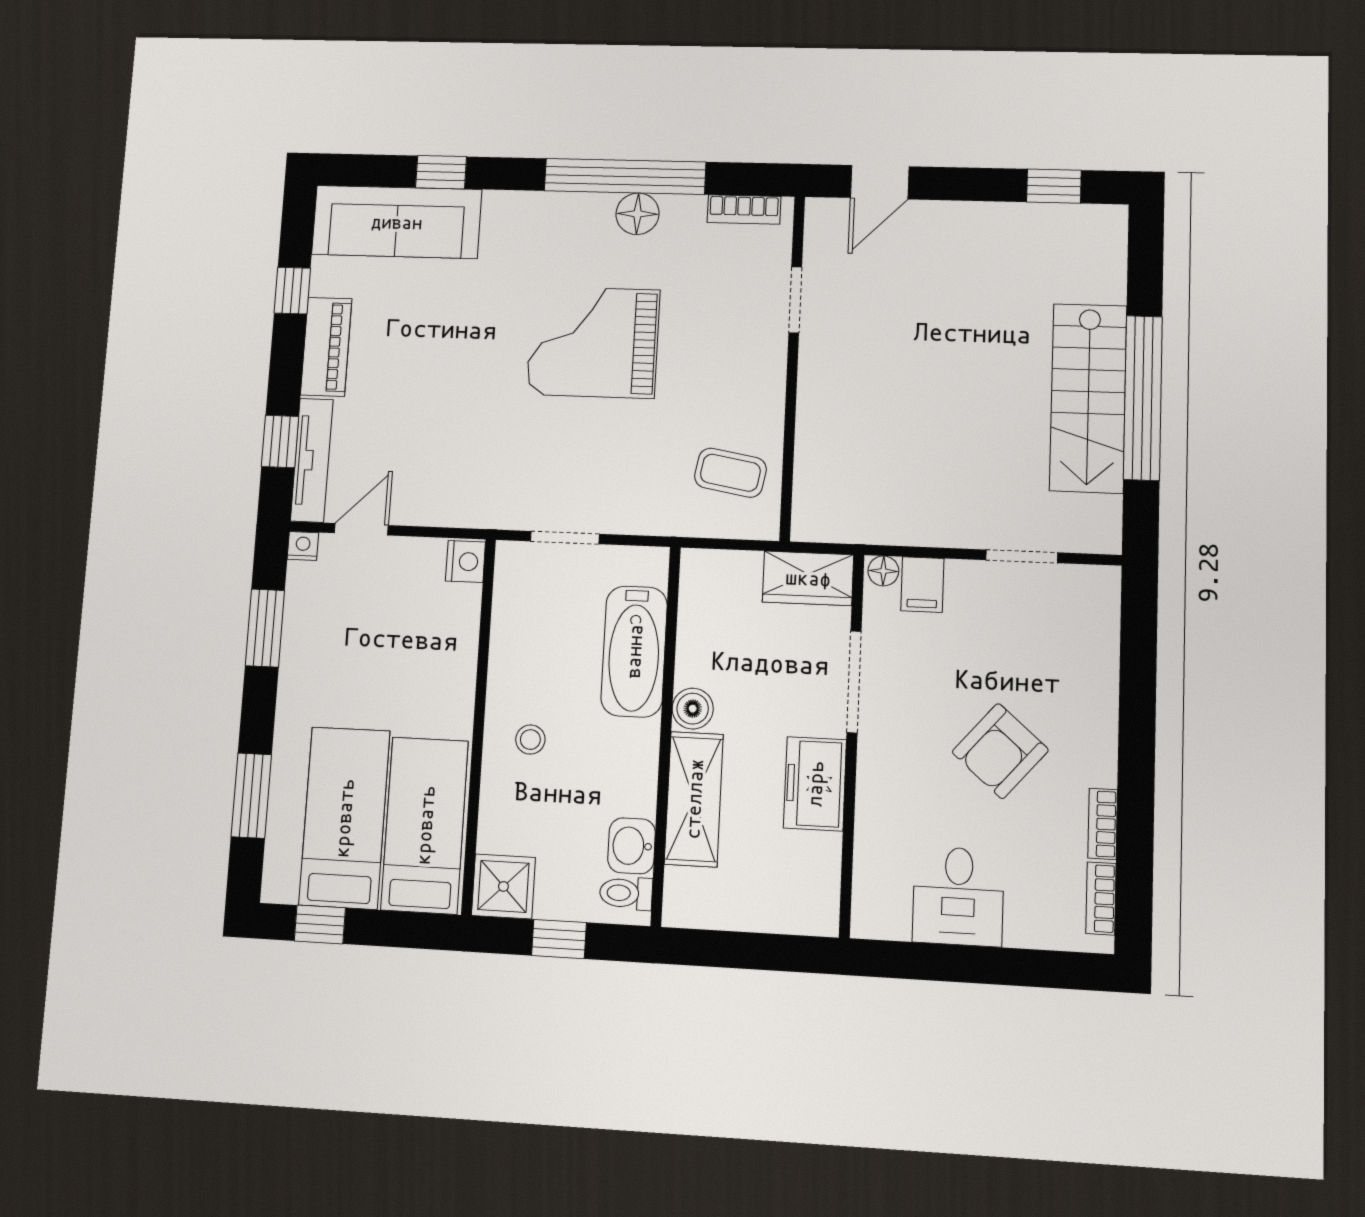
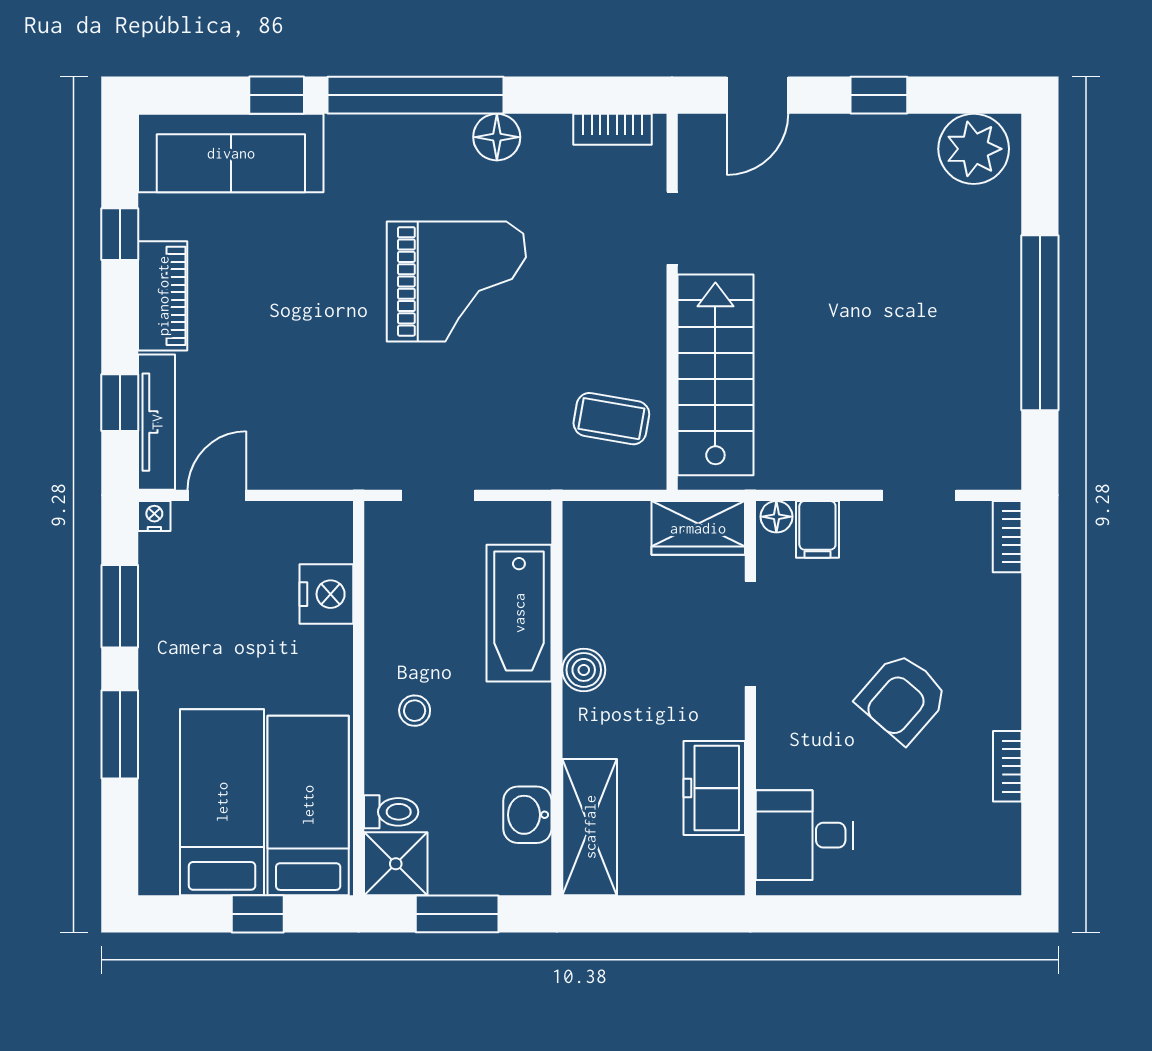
window: (625, 176) -> (416, 95), moved
window: (1054, 186) -> (879, 95), moved
plant: (1082, 235) -> (974, 149), added
grand piano: (593, 342) -> (456, 281), turned 180
stairs: (1088, 398) -> (715, 375), moved, turned 180
nightstand: (465, 562) -> (326, 594), moved, width x1.36, depth x1.33
freezer: (815, 784) -> (714, 788), moved
window: (251, 796) -> (120, 734), moved
shelving: (694, 799) -> (590, 827), moved
toilet: (626, 893) -> (391, 812), moved, turned 180
desk: (958, 896) -> (804, 835), moved, turned 90
bookcase: (1101, 898) -> (1007, 537), moved
window: (320, 924) -> (258, 914), moved
window: (559, 939) -> (457, 914), width x1.50

